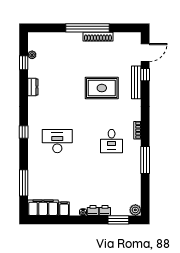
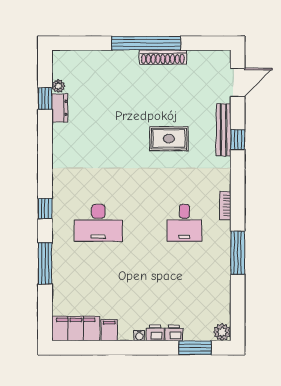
window: (145, 75) -> (238, 140), moved
dresser: (33, 87) -> (60, 108), moved
rug: (102, 88) -> (169, 139), width x0.73, depth x0.70
desk: (57, 141) -> (98, 223), turned 180
window: (24, 183) -> (45, 263), moved

